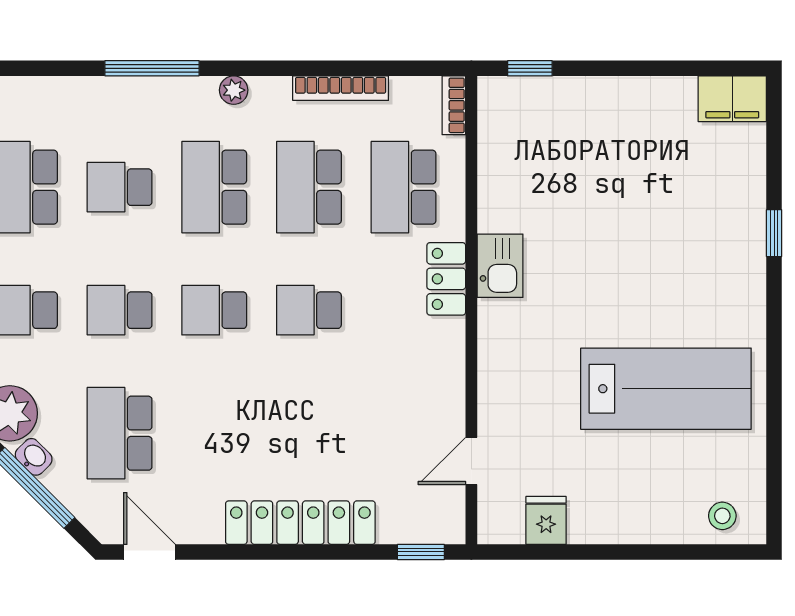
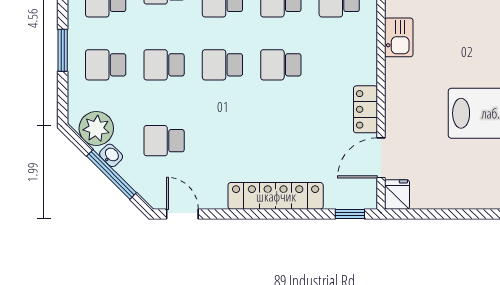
locker: (446, 279) -> (366, 109), moved
school desk: (120, 433) -> (164, 141), width x0.54
door: (471, 461) -> (381, 158), width x1.38
fridge: (546, 520) -> (397, 194), moved

